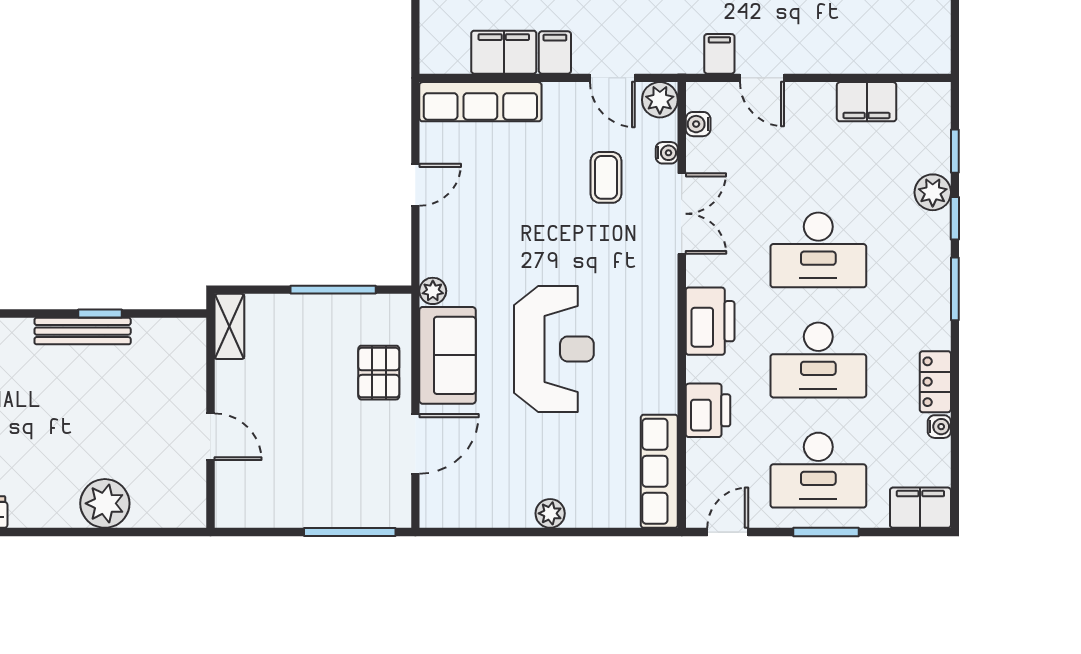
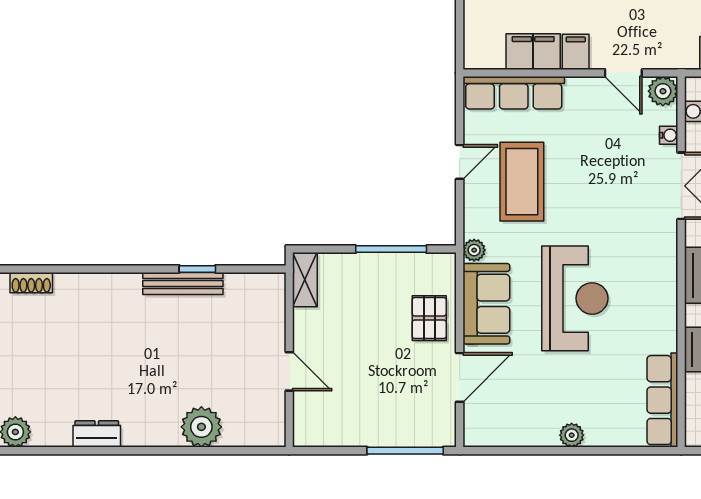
coffee table: (606, 177) -> (522, 182), moved, width x1.86, depth x1.72

